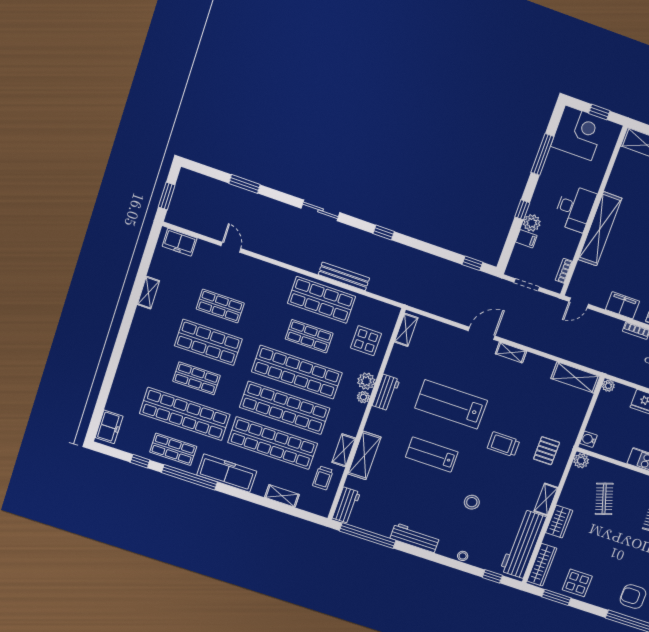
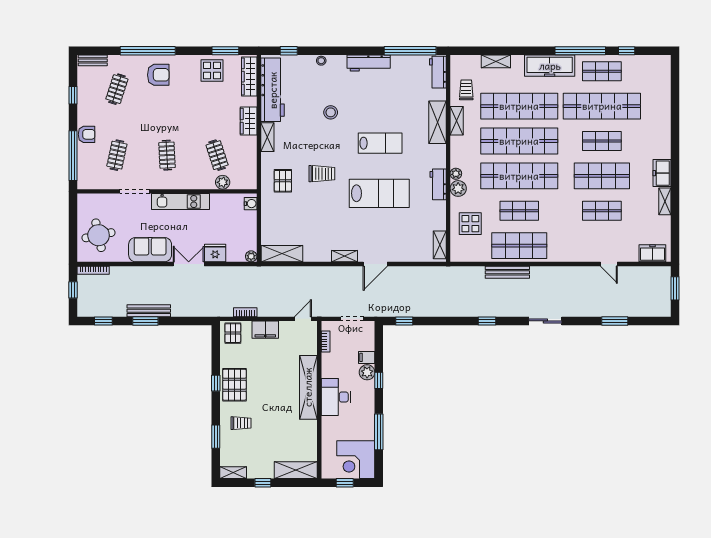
freezer: (109, 427) -> (662, 173), moved
plant: (581, 461) -> (223, 182), moved

